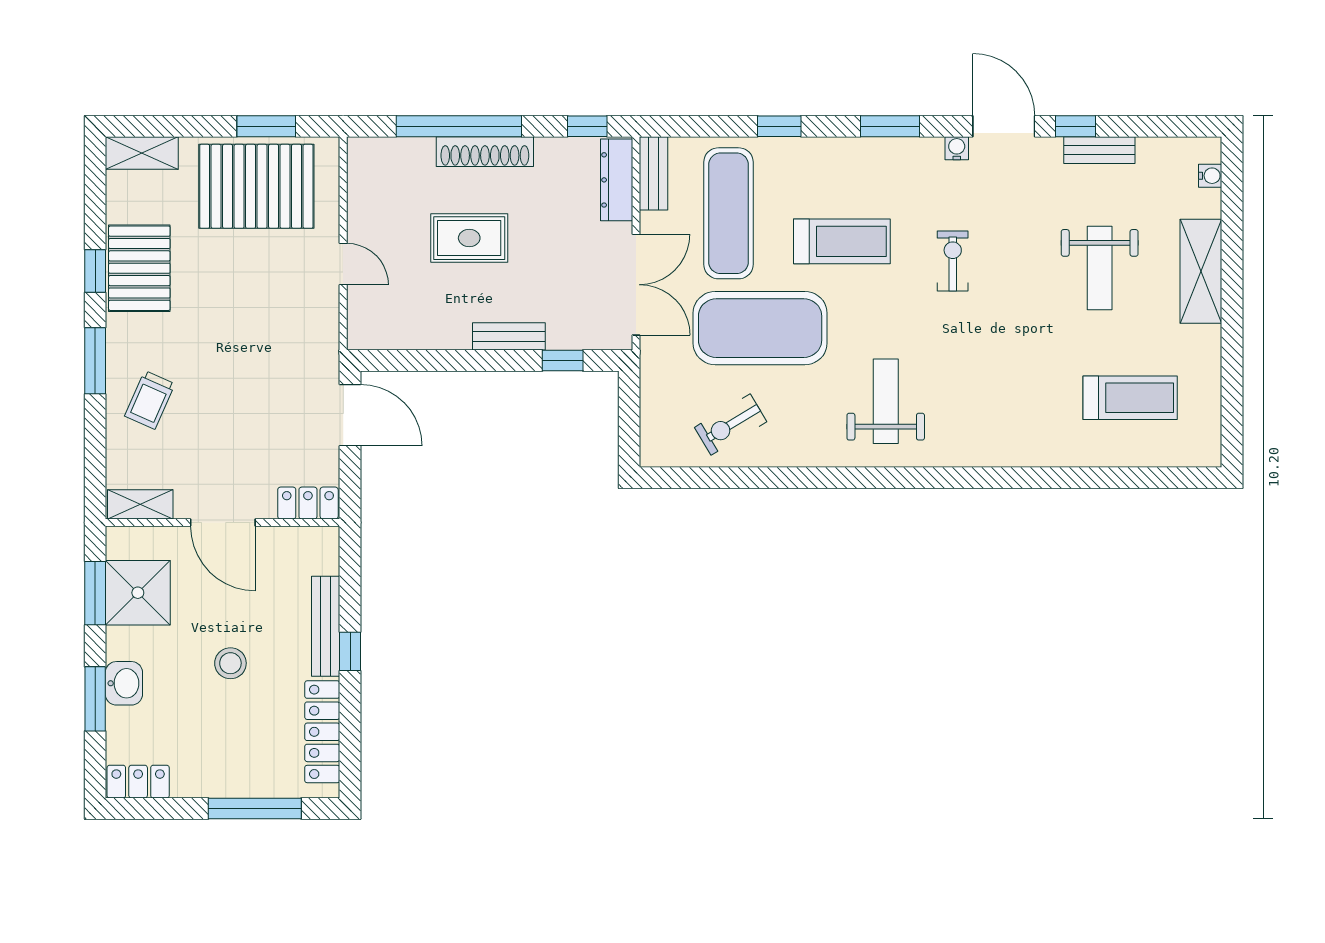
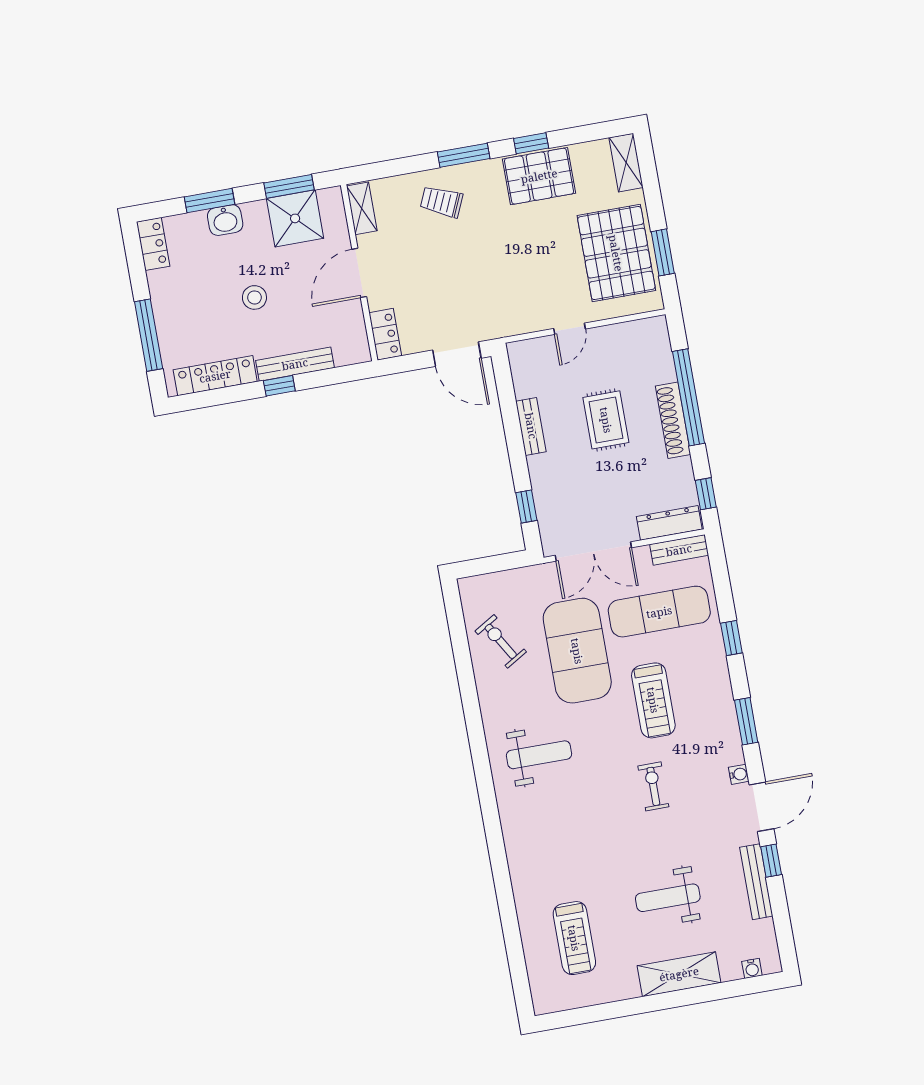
bench: (1099, 150) -> (756, 882), width x1.36
exercise bike: (953, 261) -> (653, 786), turned -90
bench: (509, 336) -> (531, 426), moved
door: (350, 415) -> (457, 354), hinge flipped

